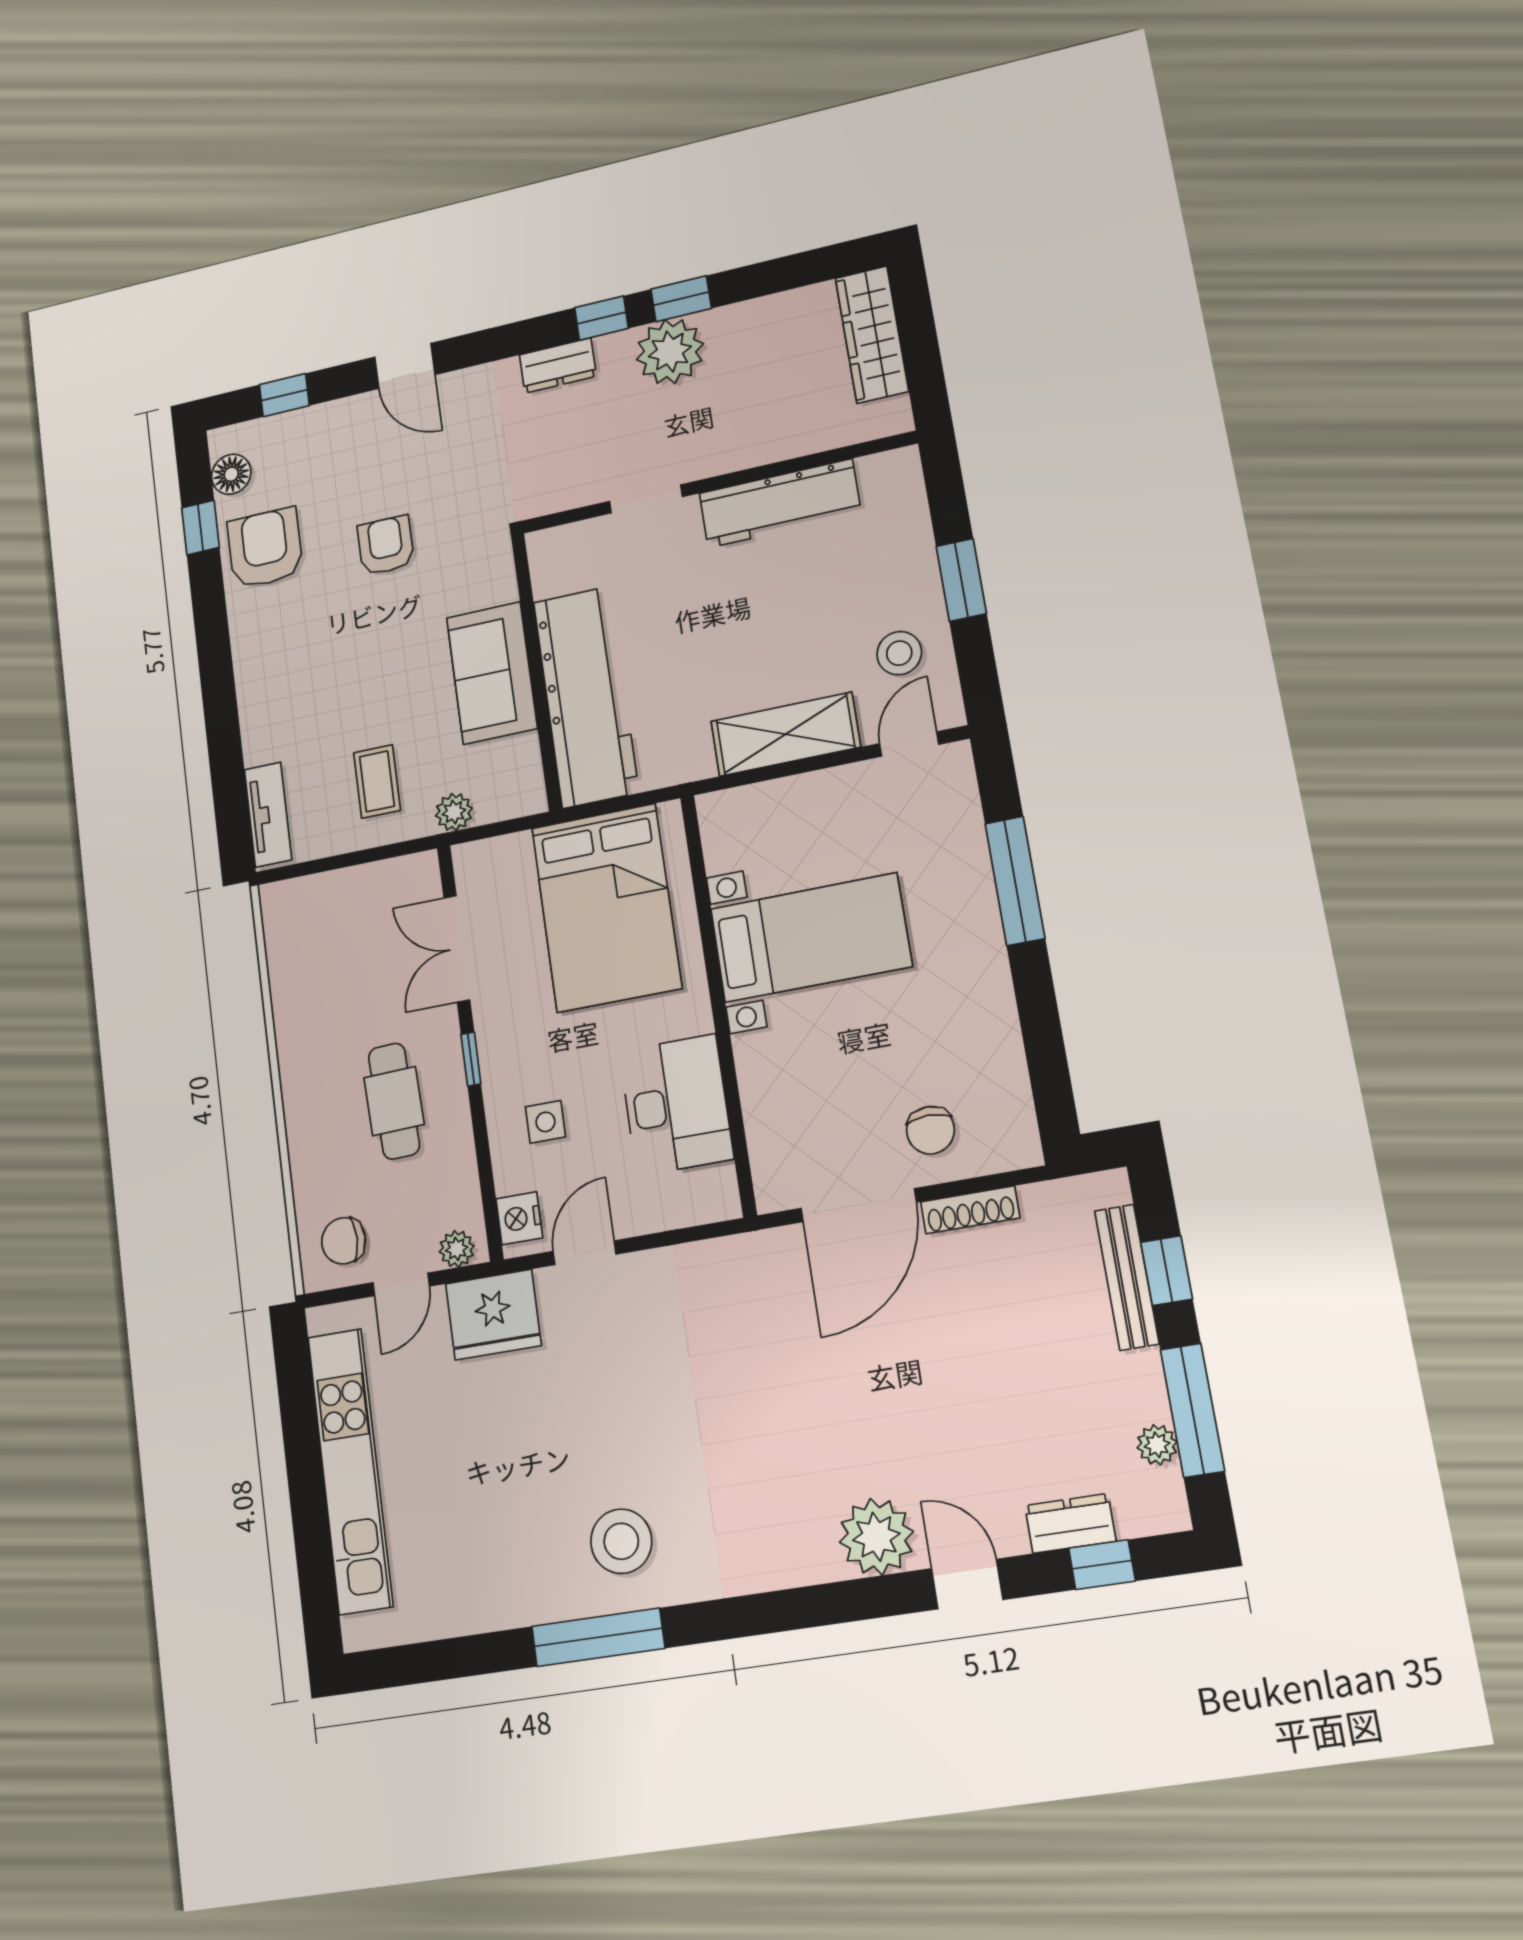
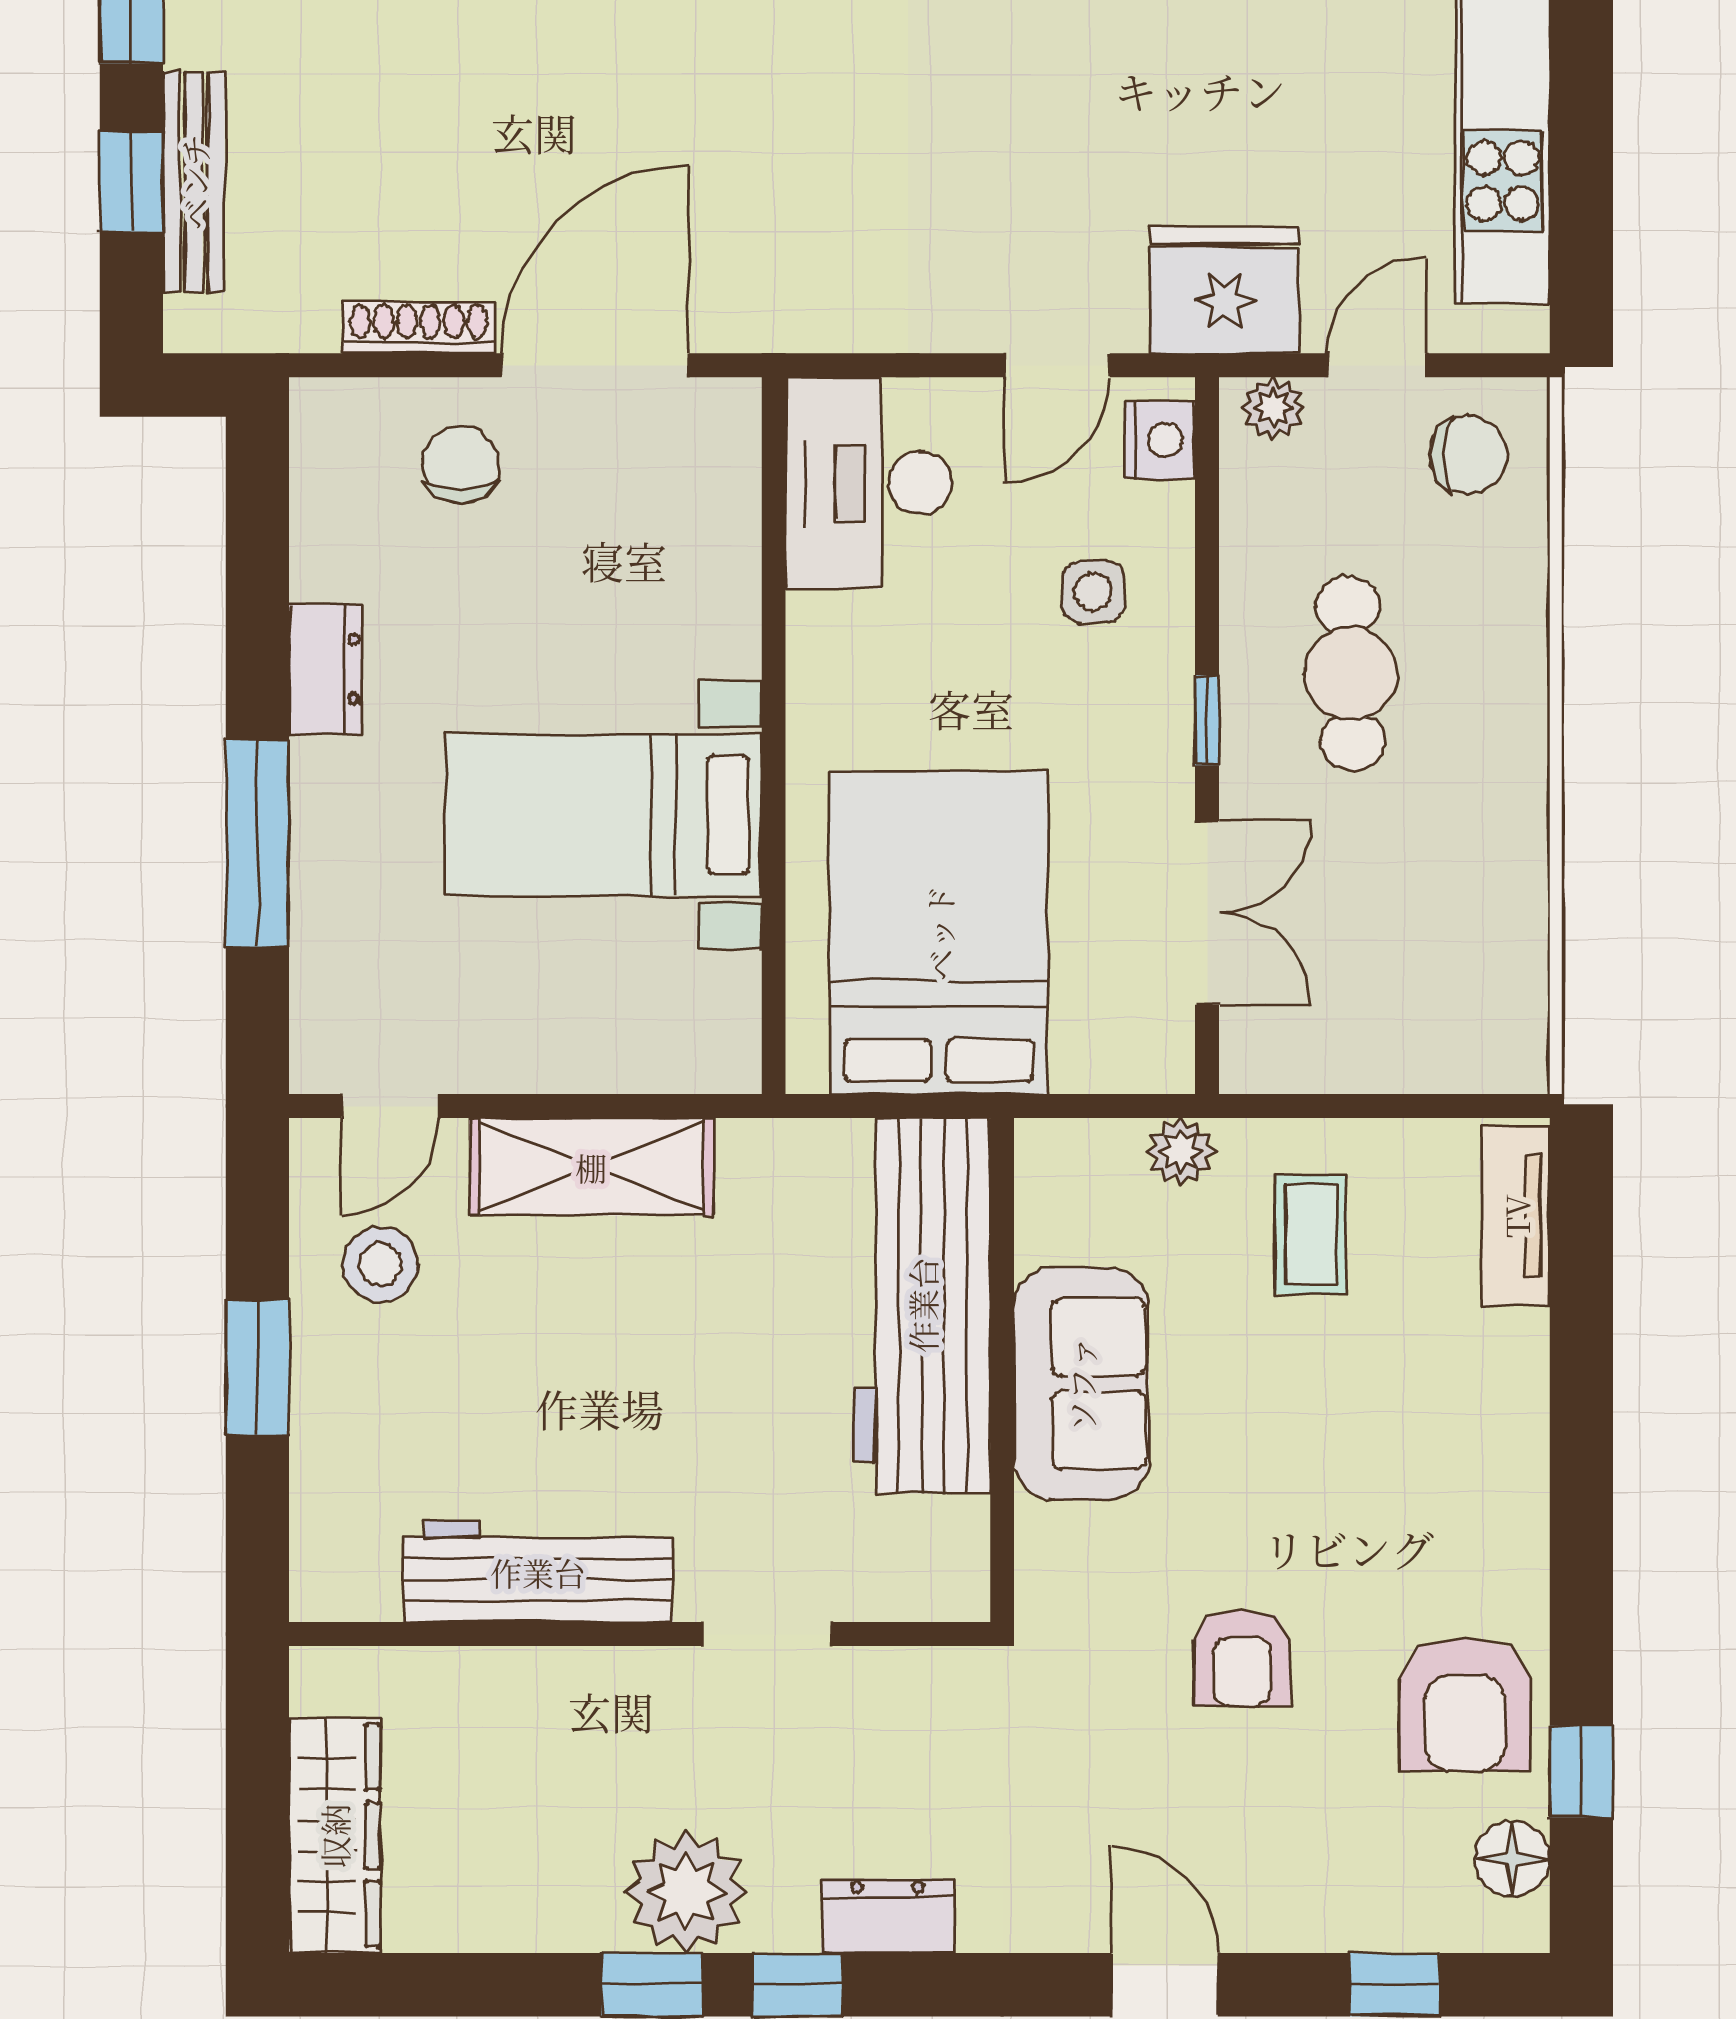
dresser: (992, 992) -> (325, 669), added
desk: (676, 1105) -> (869, 483), moved

